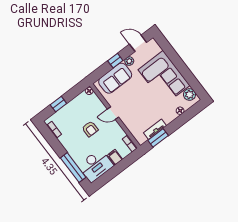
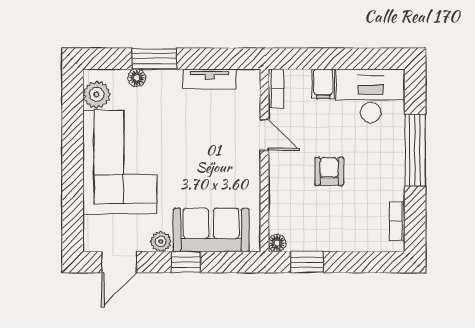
door: (138, 43) -> (119, 262), hinge flipped
window: (58, 104) -> (307, 262), moved
door: (113, 113) -> (264, 135), moved
window: (158, 138) -> (154, 59), moved
window: (73, 168) -> (415, 150), moved

